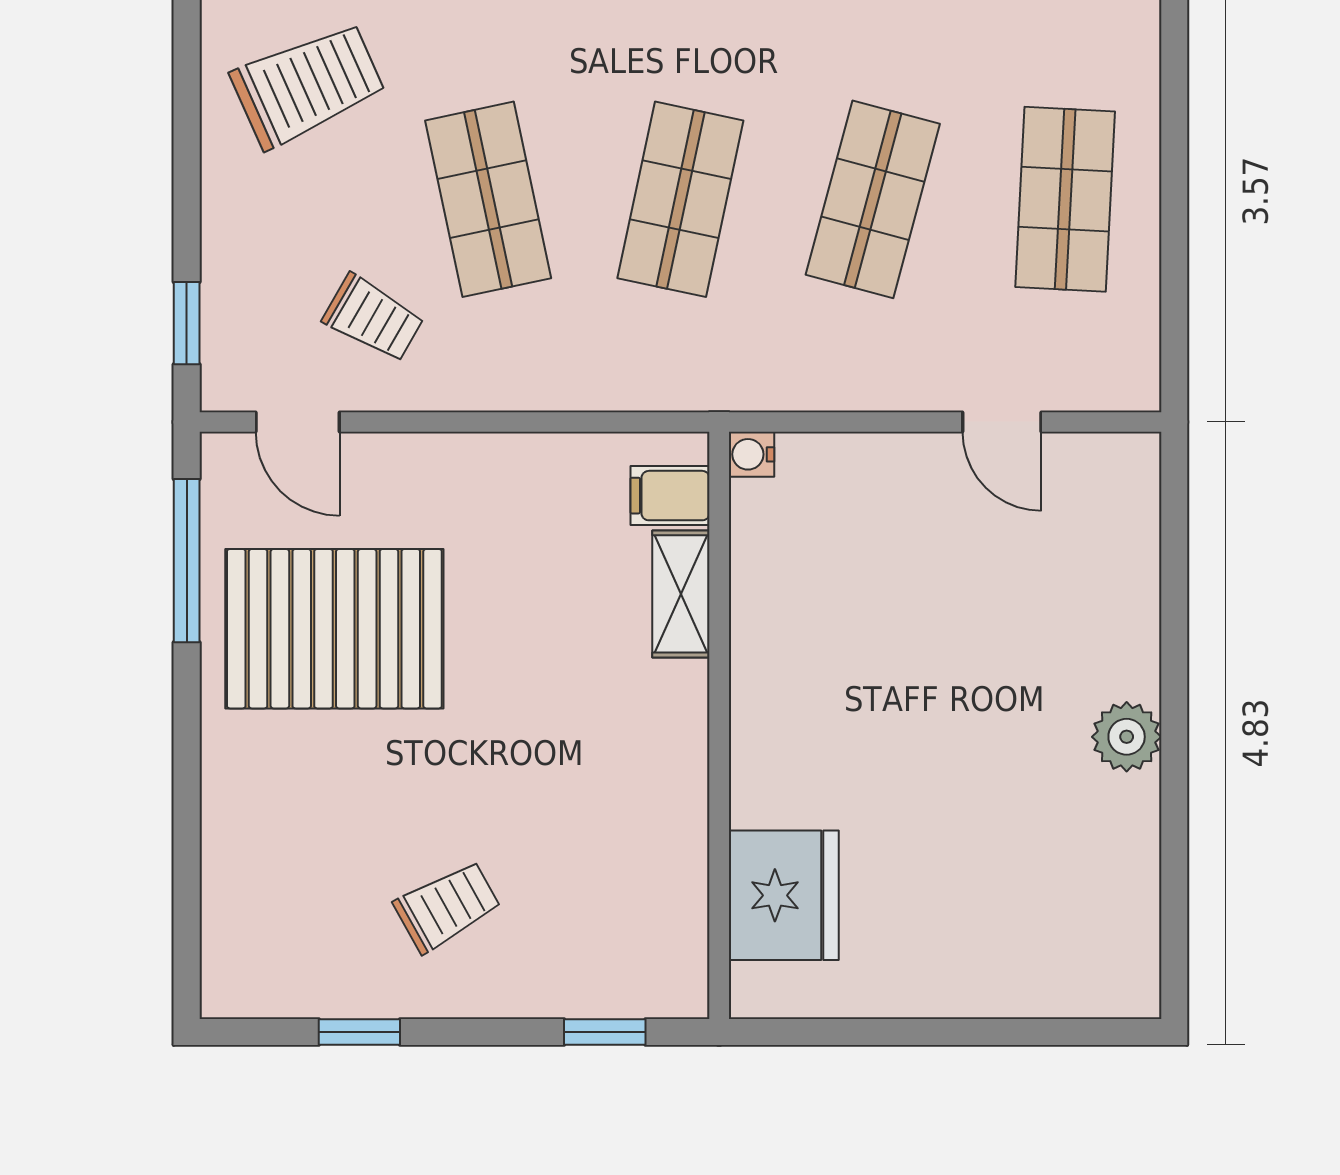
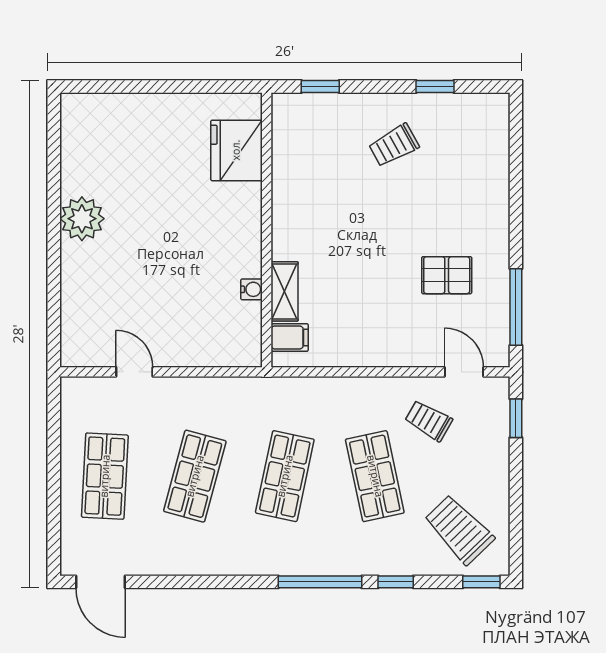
trolley: (308, 85) -> (459, 530), turned 70
water cooler: (751, 454) -> (252, 289), moved
pallet: (334, 629) -> (447, 275), width x0.49, depth x0.50
plant: (1127, 737) -> (82, 219), width x1.36, depth x1.36

